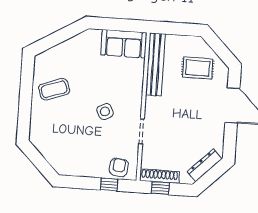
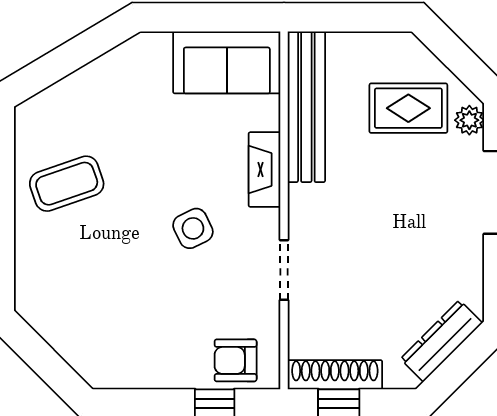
plant: (223, 75) -> (469, 120), added
fireplace: (136, 89) -> (265, 170), added
armchair: (119, 167) -> (236, 360), turned -97

